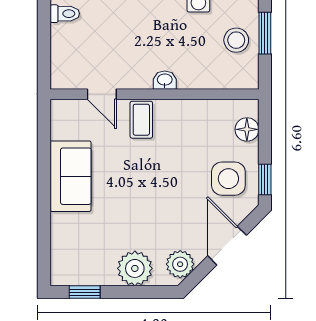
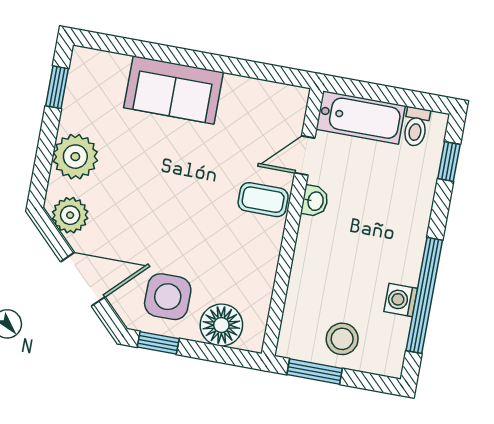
window: (265, 33) -> (315, 372), moved
bathtub: (65, 57) -> (361, 117), added
washbasin: (165, 80) -> (315, 201), moved
floor lamp: (247, 129) -> (221, 325), width x1.38, depth x1.38
sofa: (71, 176) -> (174, 90), moved

